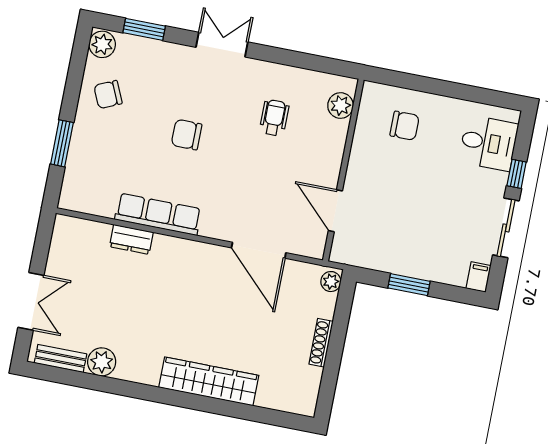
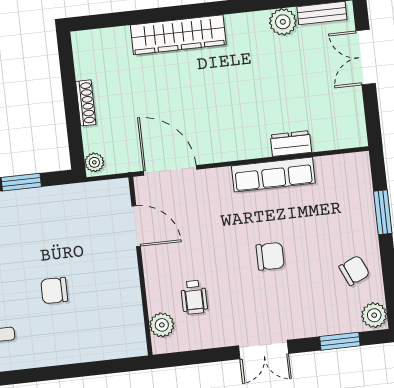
plant: (341, 106) -> (162, 325), moved
chair: (405, 126) -> (54, 290), moved
wall: (343, 170) -> (141, 266), moved
door: (335, 211) -> (136, 226), moved

